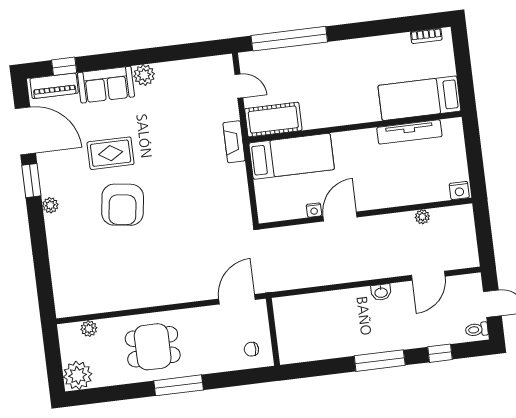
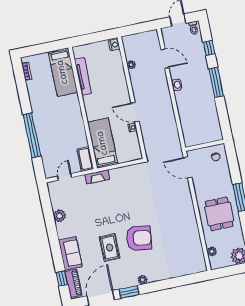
window: (289, 39) -> (32, 135), moved
plant: (144, 75) -> (60, 216), moved
cot: (273, 120) -> (85, 159), width x0.73, depth x0.75

